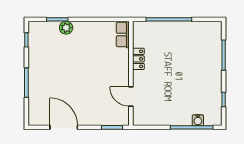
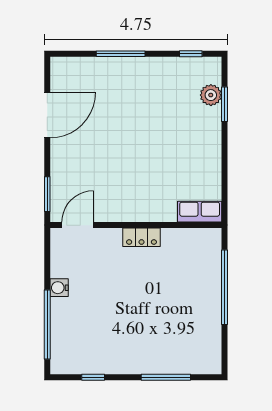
plant: (66, 28) -> (211, 95), moved
locker: (138, 59) -> (141, 237), moved
door: (131, 97) -> (78, 225), moved
water cooler: (198, 120) -> (59, 288), moved

